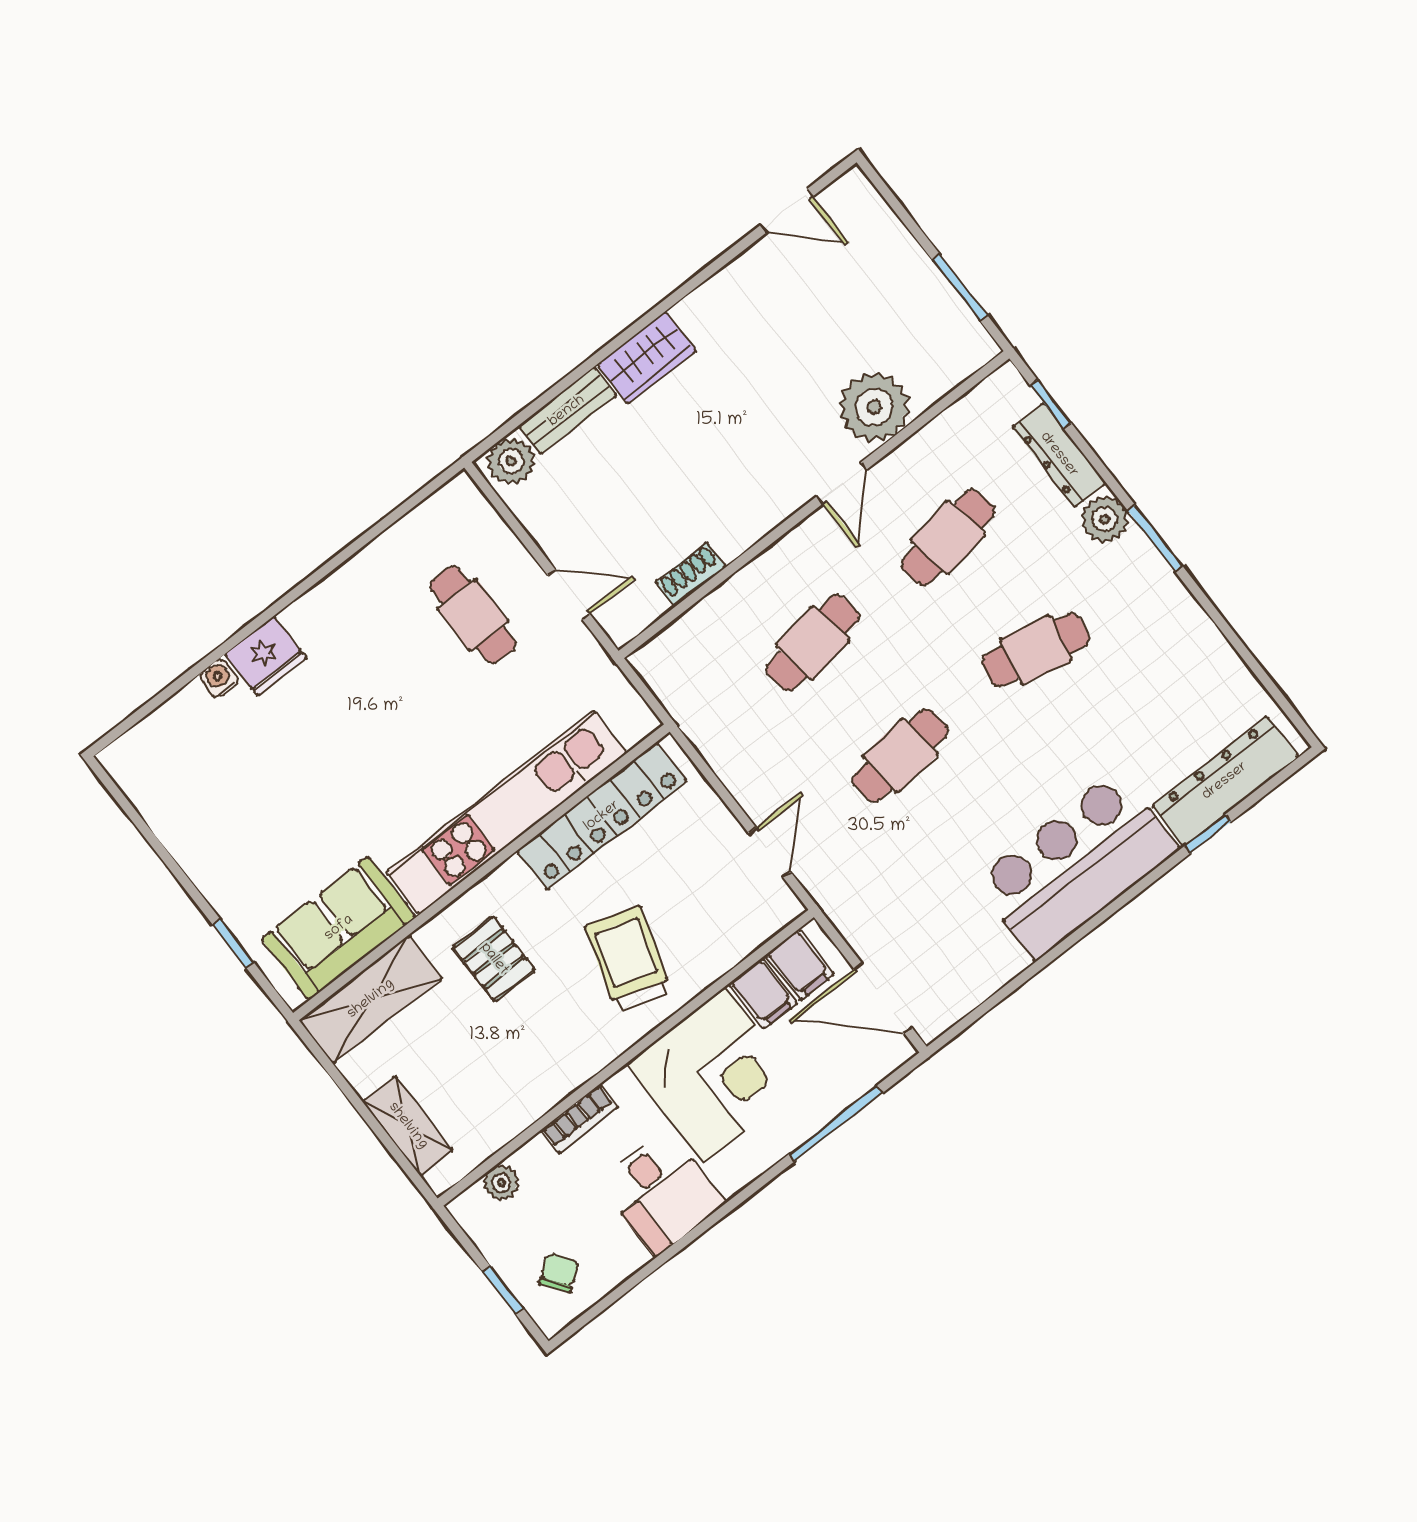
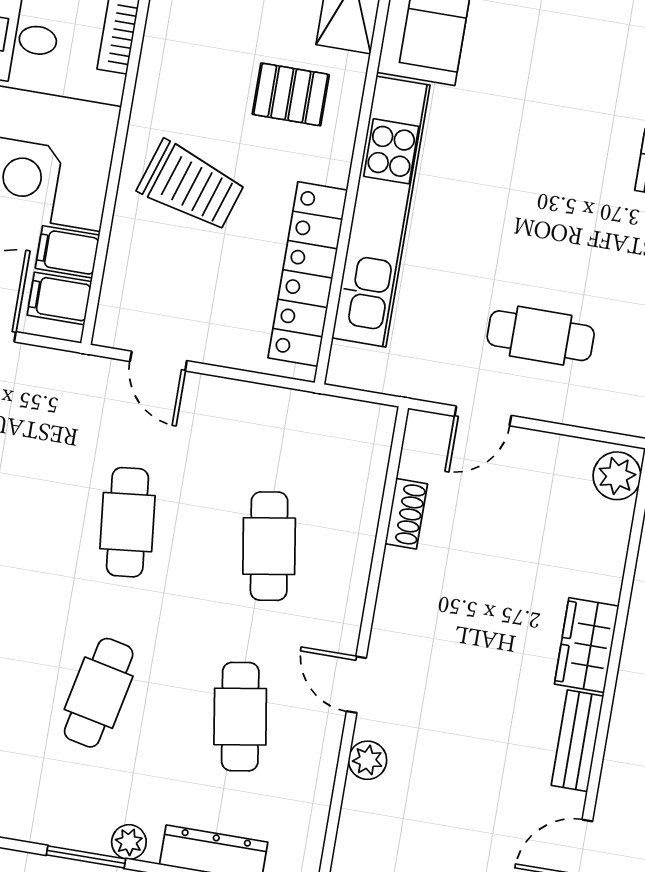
plant: (874, 407) -> (368, 760), width x0.53, depth x0.53
bench: (567, 411) -> (578, 741), moved
plant: (1105, 519) -> (129, 842), width x0.73, depth x0.73

